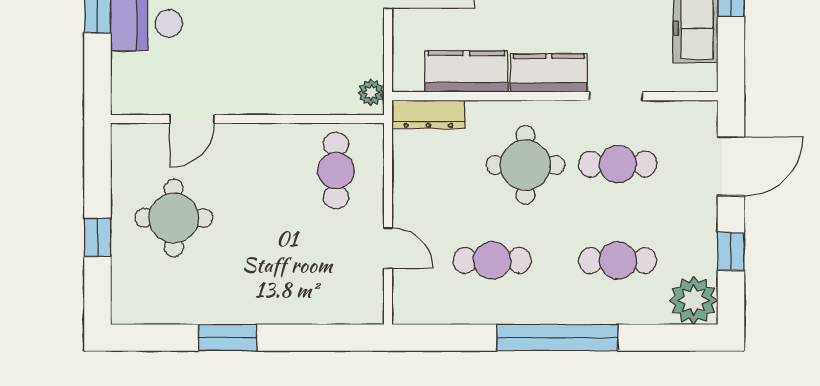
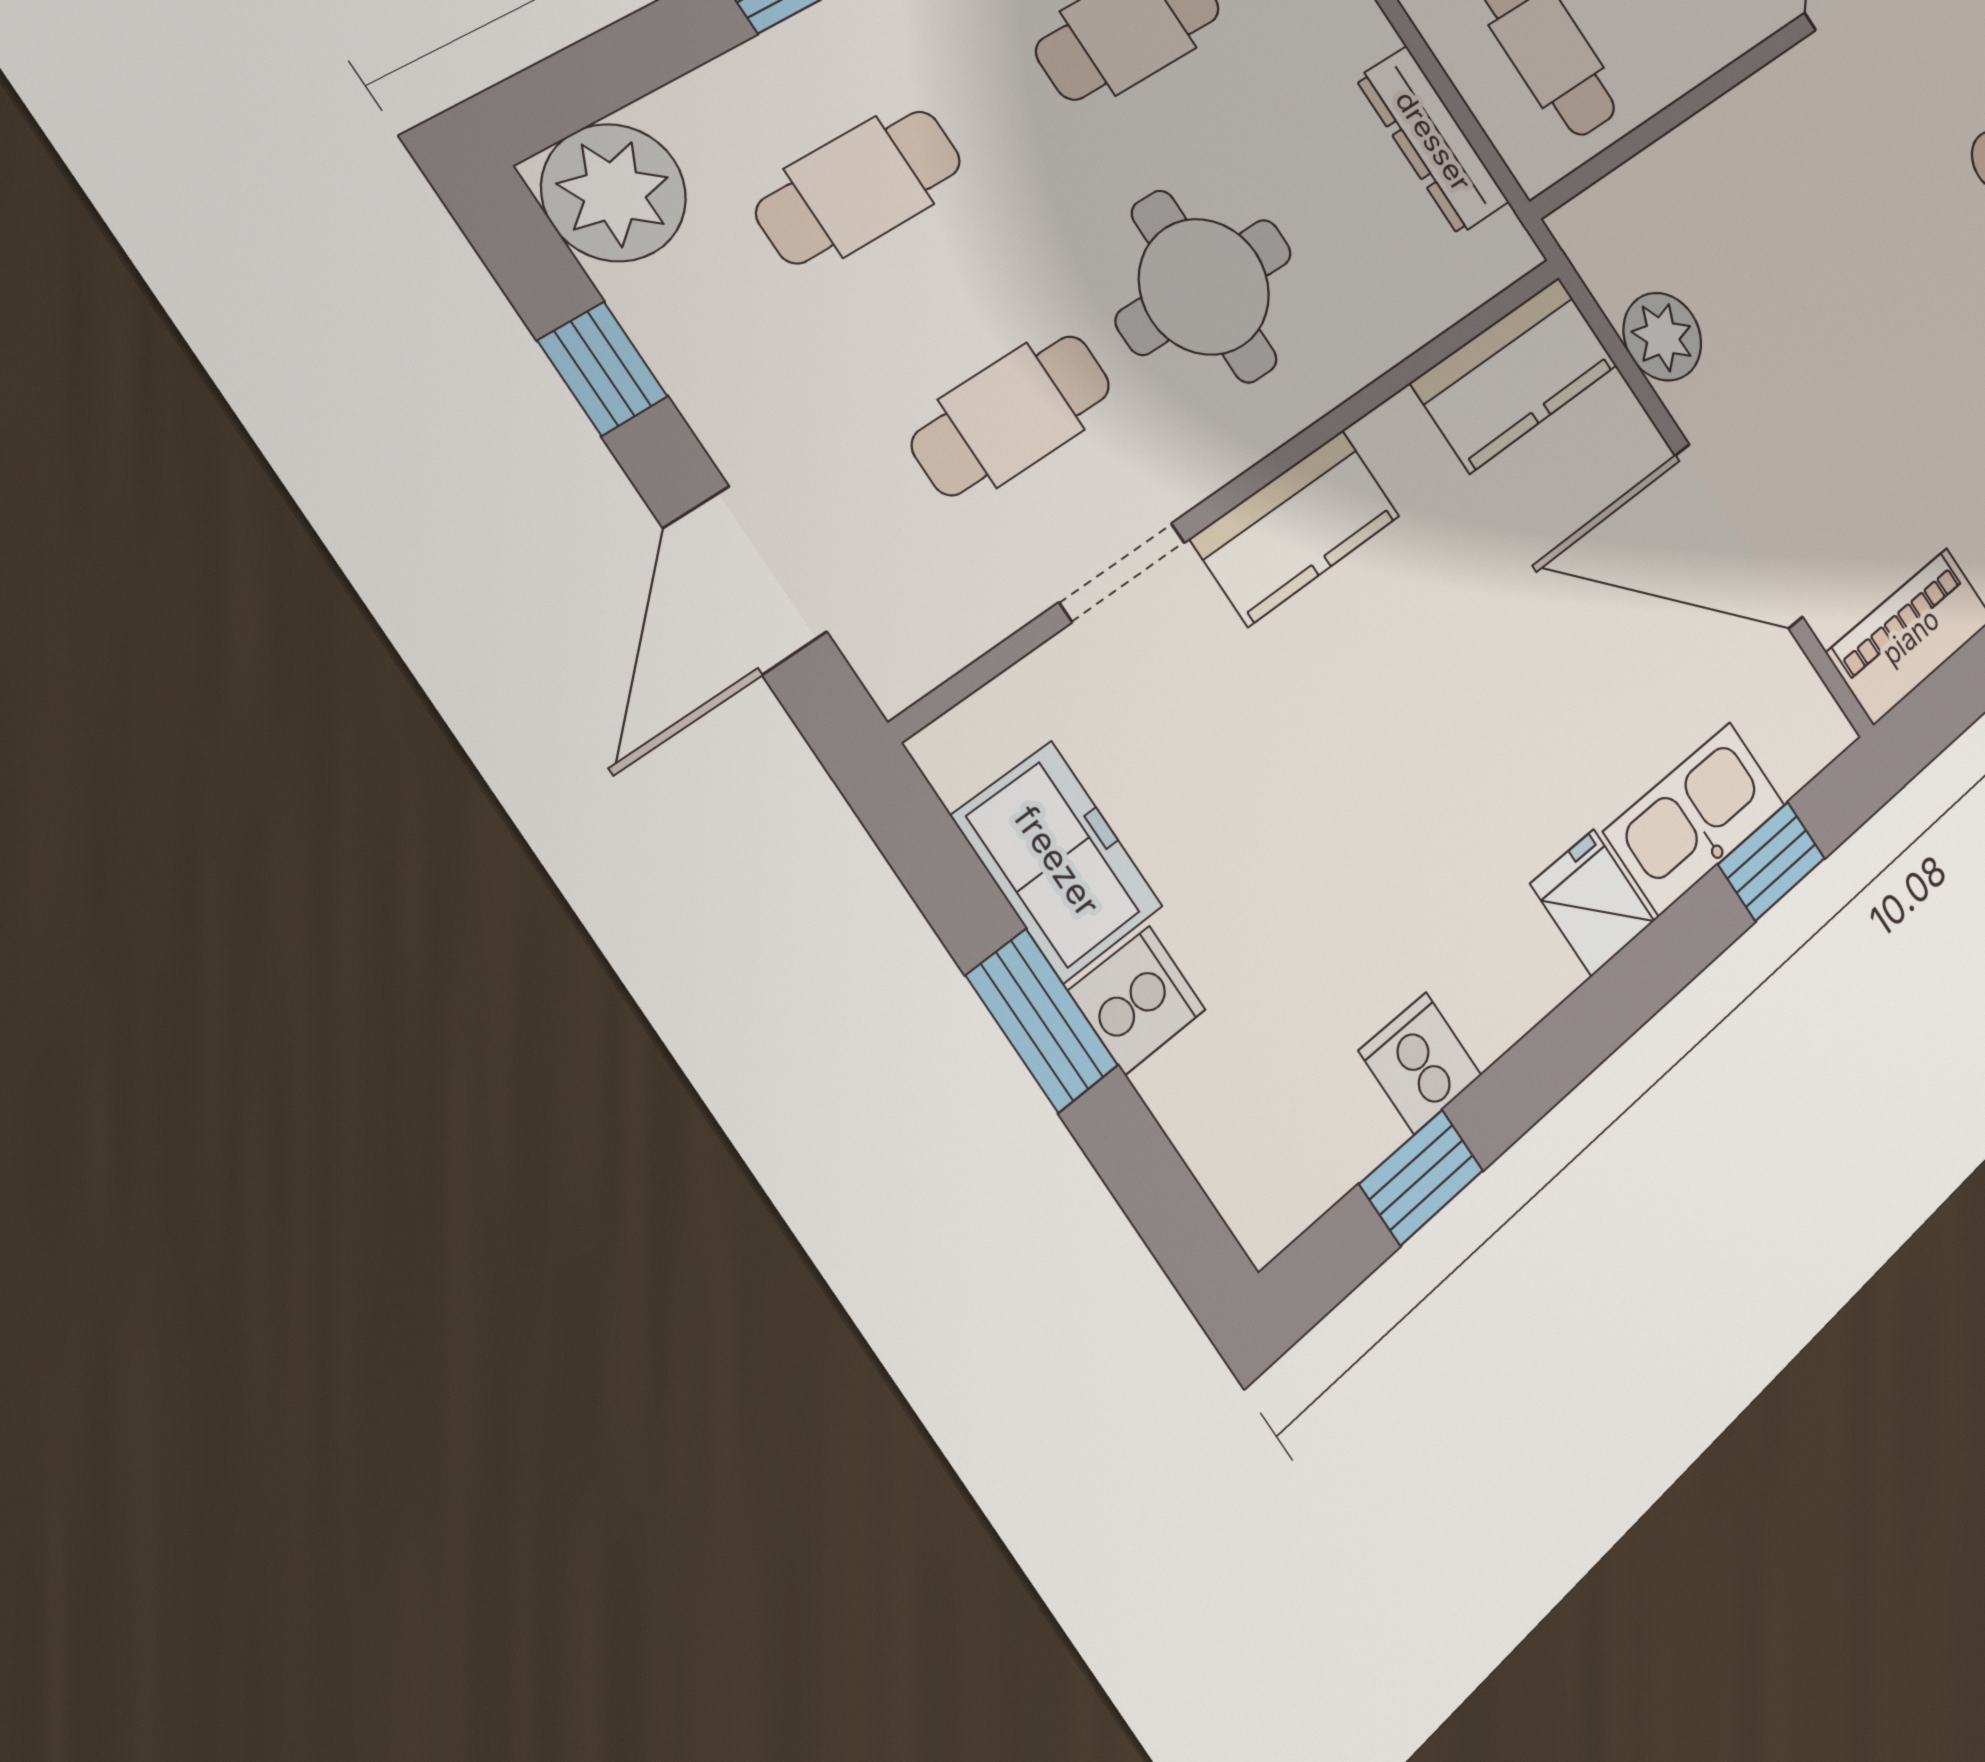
kitchen counter: (466, 71) -> (1515, 374), moved
plant: (371, 93) -> (1662, 337), moved, width x1.38, depth x1.38
dresser: (428, 114) -> (1433, 141), moved, turned -90

